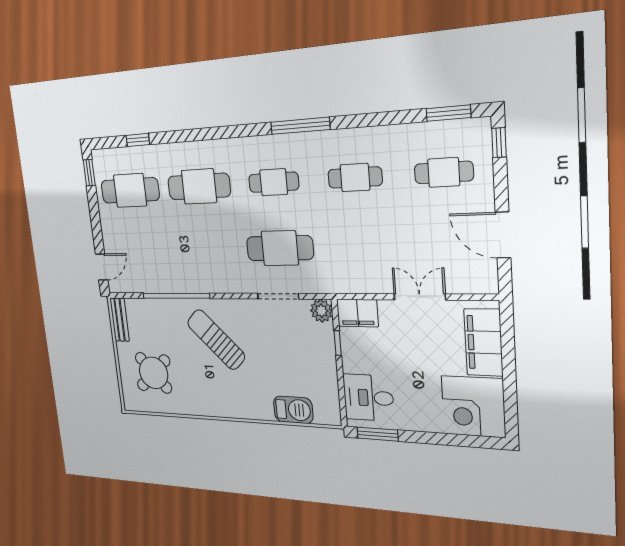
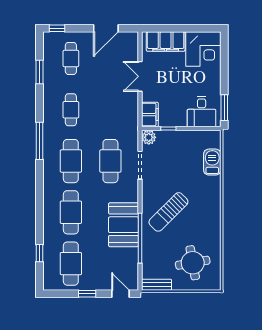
window: (448, 113) -> (40, 72), moved
window: (89, 173) -> (87, 294), moved
cafe table: (274, 182) -> (71, 161), width x1.37, depth x1.35
booth: (191, 271) -> (124, 225), added
round table: (154, 373) -> (193, 263), turned 32

